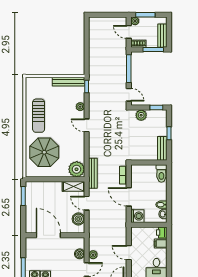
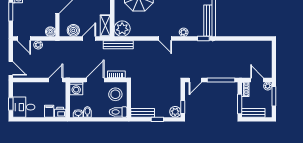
door: (129, 32) -> (257, 80), hinge flipped
plant: (141, 115) -> (175, 112), moved
door: (87, 125) -> (165, 39), swing flipped
stool: (143, 176) -> (115, 94), added
door: (129, 253) -> (56, 80), moved
boiler: (80, 254) -> (50, 32), moved

